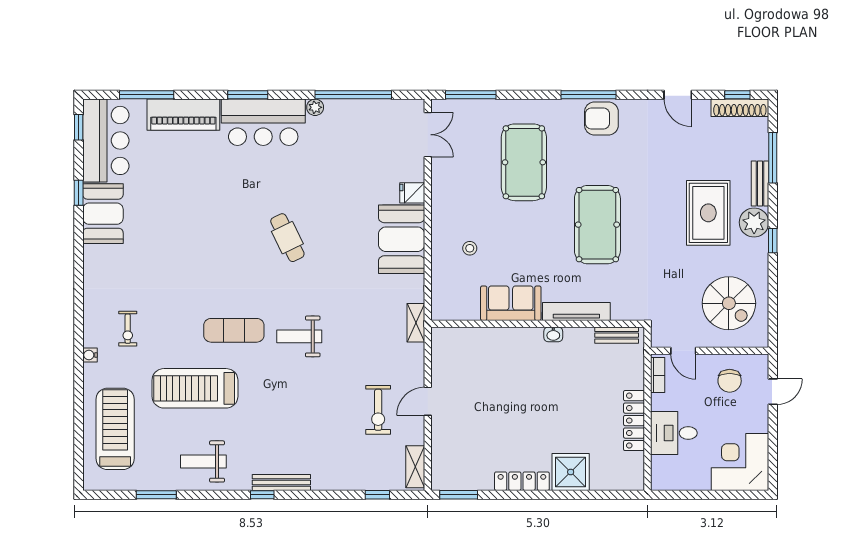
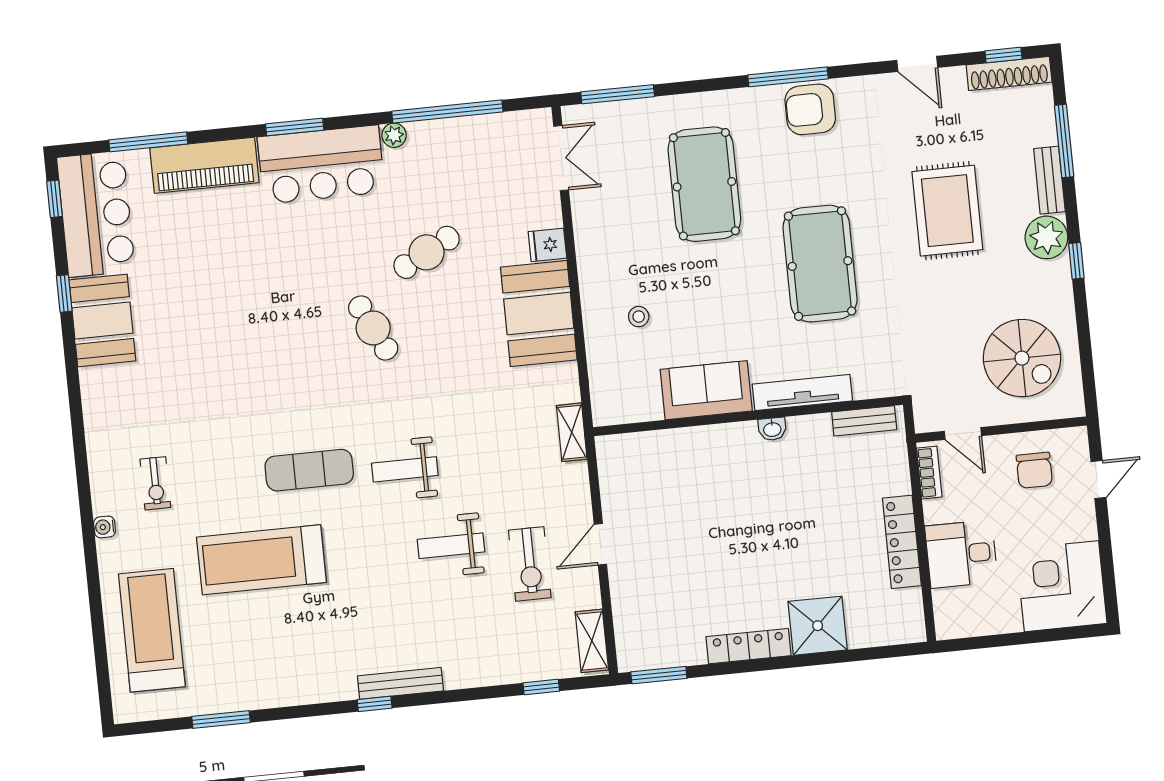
cafe table: (329, 190) -> (427, 252), added
rug: (708, 213) -> (947, 211), moved
weight bench: (203, 461) -> (451, 546), moved

